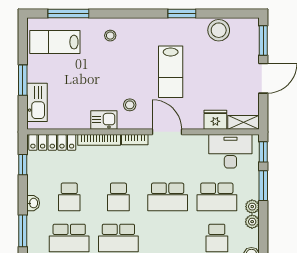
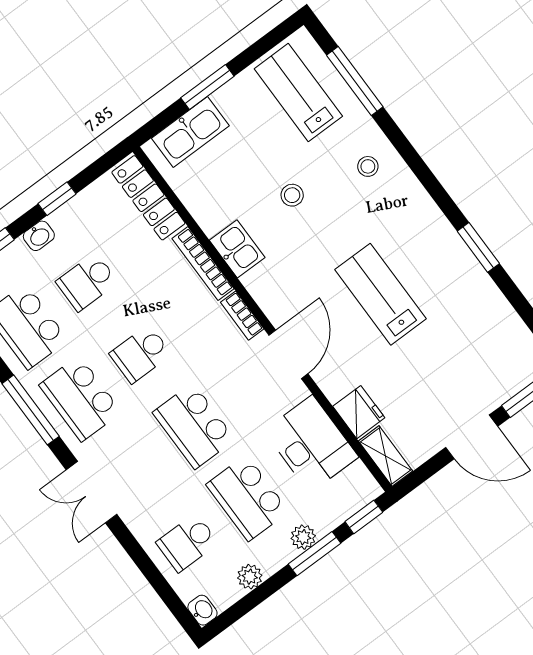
stool: (219, 30) -> (494, 319), removed
lab bench: (171, 72) -> (381, 294), turned 90
stool: (130, 105) -> (292, 195), moved
desk: (230, 151) -> (311, 444), moved
window: (23, 165) -> (57, 199), moved
plant: (252, 207) -> (303, 537), moved

